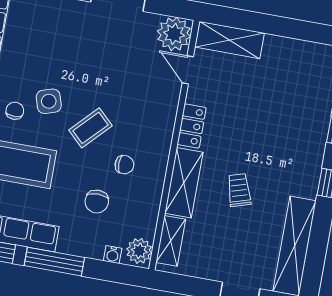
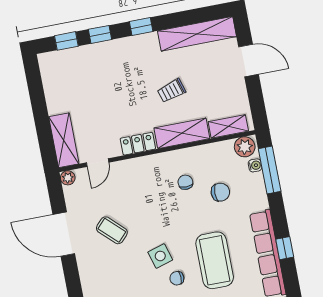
plant: (174, 34) -> (68, 178), width x0.53, depth x0.53
coffee table: (91, 128) -> (112, 230), moved
window: (54, 262) -> (270, 170), moved

